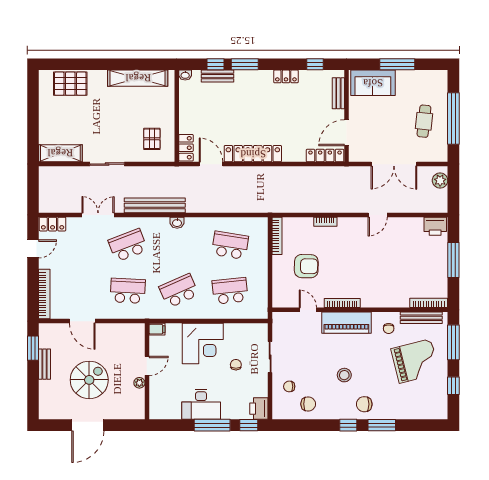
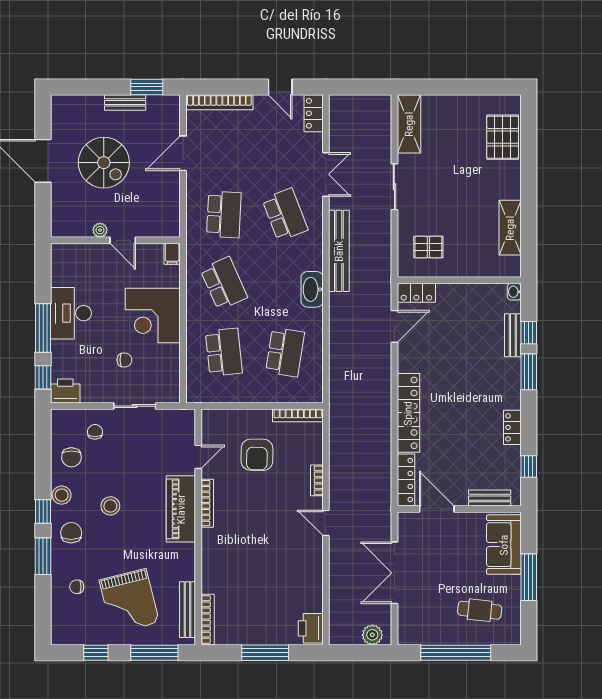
shelving: (138, 78) -> (510, 228), width x0.68
cafe table: (424, 121) -> (480, 610), moved
locker: (253, 154) -> (408, 413), moved
door: (378, 215) -> (326, 523), moved
washbasin: (177, 223) -> (312, 289), width x1.91, depth x1.45
chair: (389, 328) -> (77, 587), moved
stool: (336, 411) -> (62, 495), added

